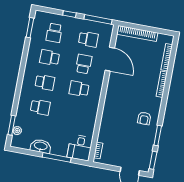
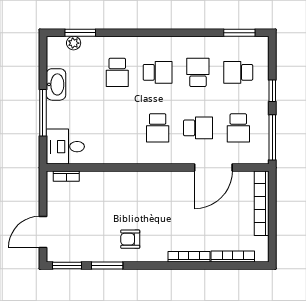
school desk: (45, 82) -> (158, 72), turned -90
school desk: (79, 89) -> (158, 128), turned 180

